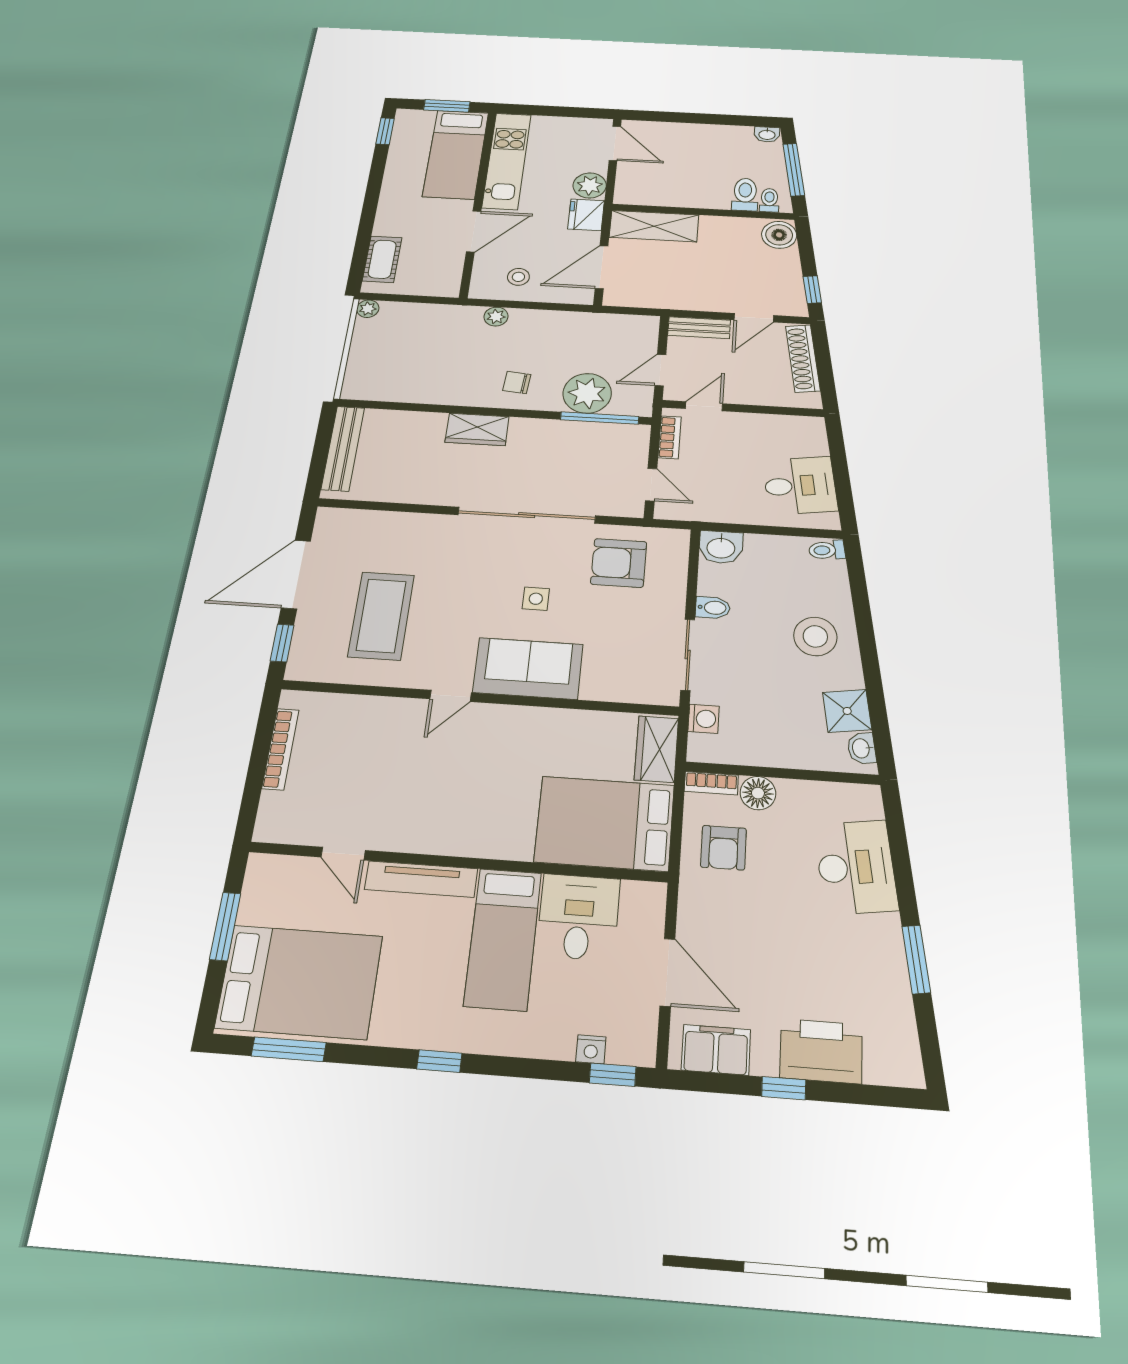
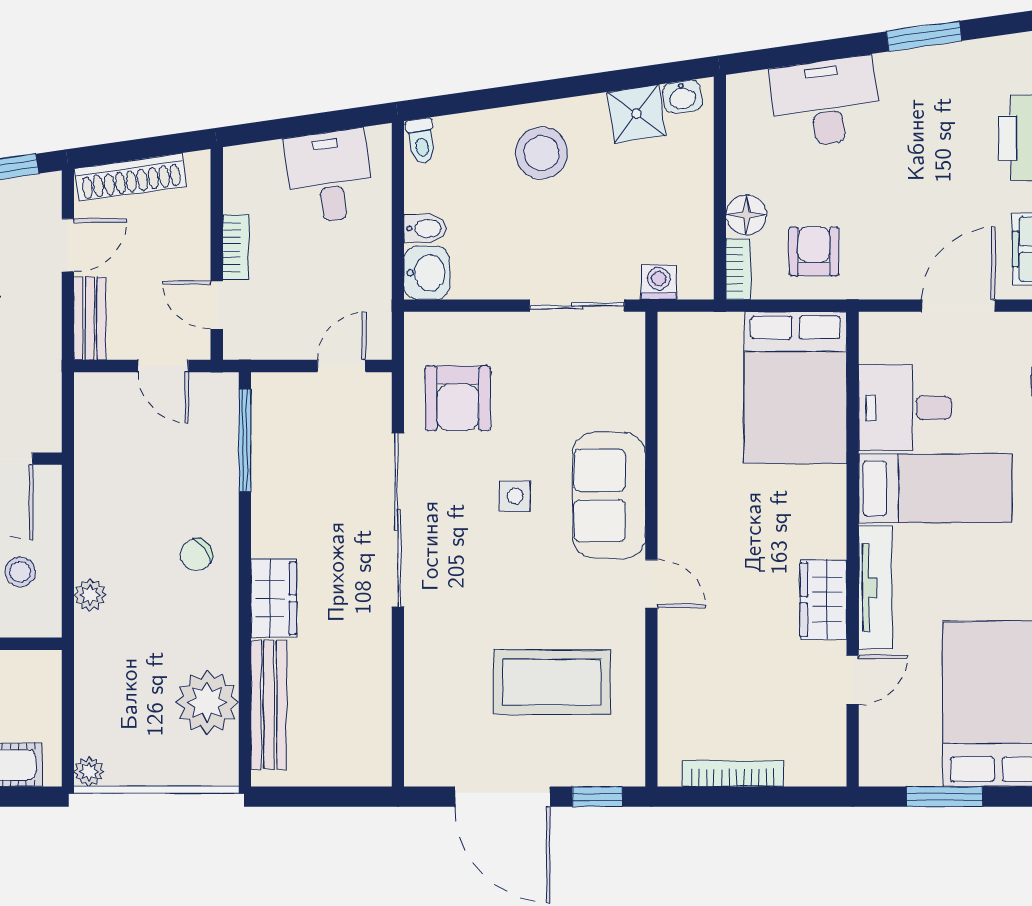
door: (754, 318) -> (68, 245), hinge flipped
chair: (517, 382) -> (196, 555), turned 50
plant: (587, 393) -> (207, 702), moved
bookcase: (670, 437) -> (236, 247), moved, turned 90
bench: (343, 448) -> (269, 705), moved, turned 90
bidet: (713, 608) -> (425, 228), moved, turned 90
wardrobe: (656, 749) -> (823, 600), moved, turned 90
armchair: (723, 848) -> (814, 251), turned -90

